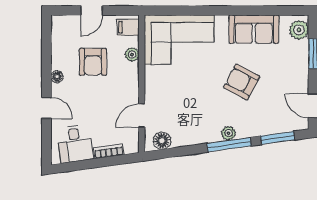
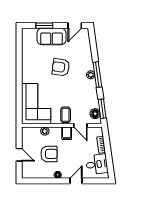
filing cabinet: (128, 27) -> (67, 133), moved
sofa: (254, 29) -> (51, 36), moved, turned 90
plant: (299, 30) -> (31, 34), removed
armchair: (242, 82) -> (61, 67), turned 70
coffee table: (160, 90) -> (66, 115), added
window: (278, 138) -> (102, 109), moved

